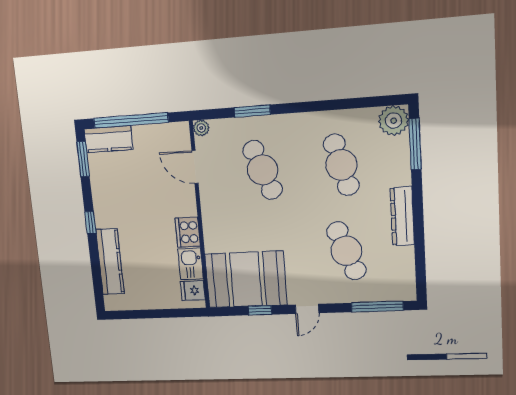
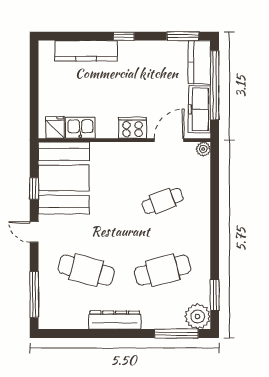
window: (252, 111) -> (215, 295), moved
freezer: (158, 135) -> (199, 109), added
cafe table: (263, 170) -> (163, 201), width x0.73, depth x0.74
cooker: (188, 232) -> (133, 128), moved
cafe table: (346, 251) -> (86, 270), turned 36

